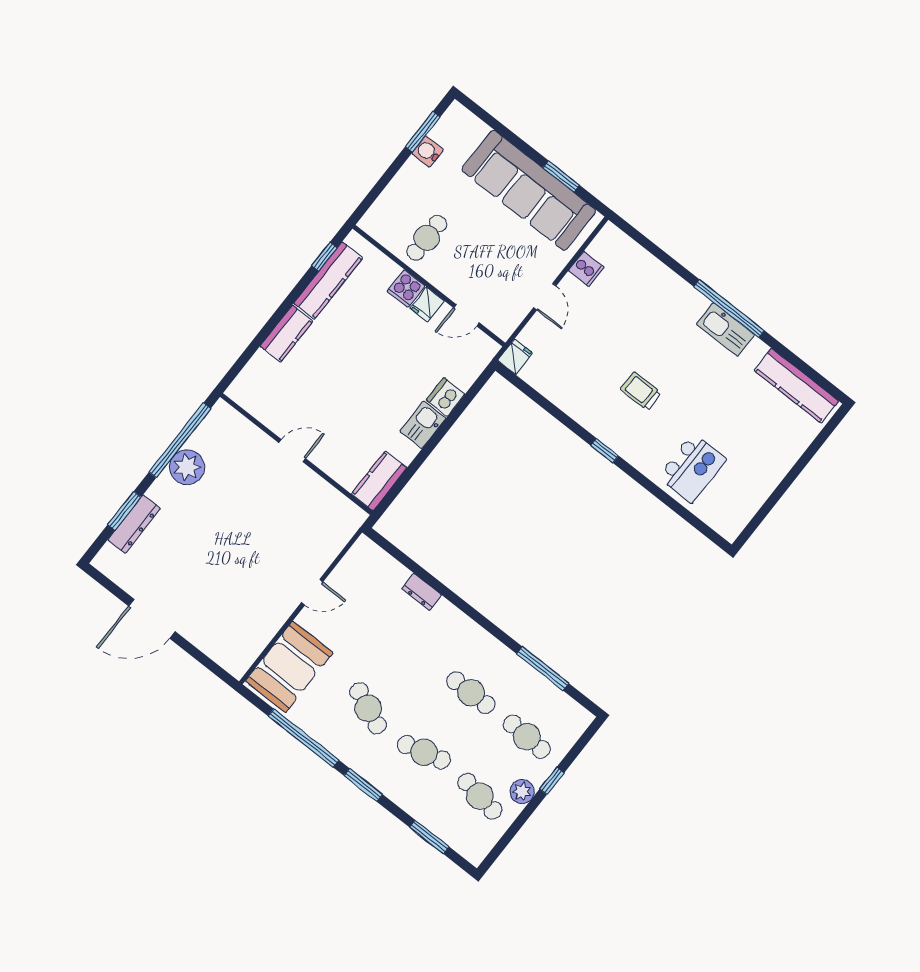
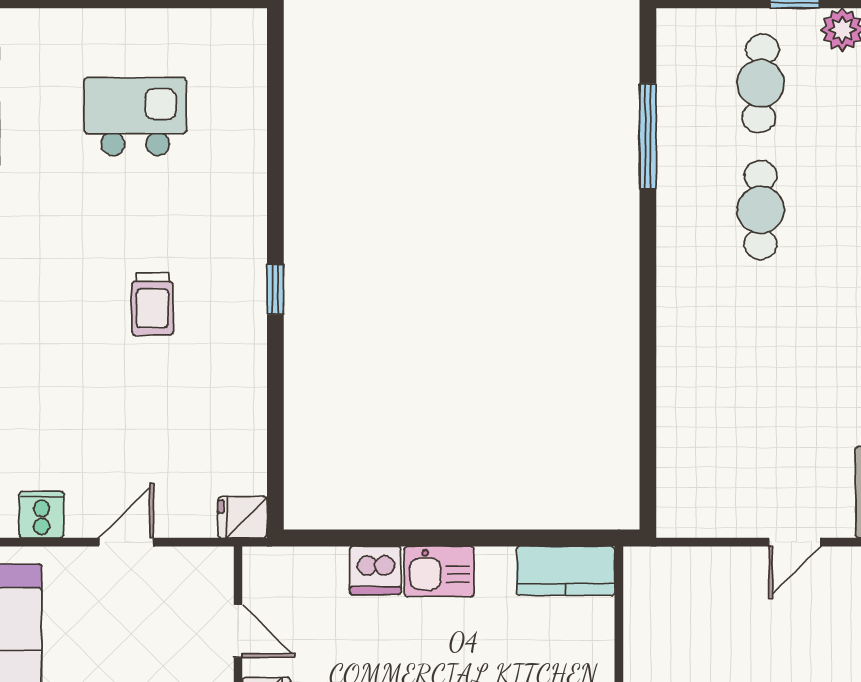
kitchen island: (692, 468) -> (135, 117), moved
door: (312, 592) -> (795, 542), swing flipped
dresser: (422, 592) -> (674, 390), removed

